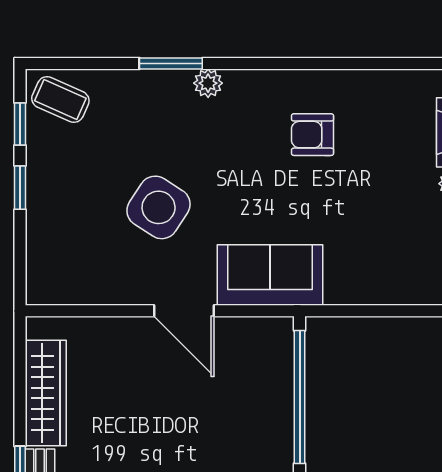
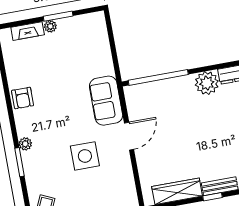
armchair: (312, 135) -> (23, 98), moved
side table: (159, 207) -> (85, 156), turned -33

